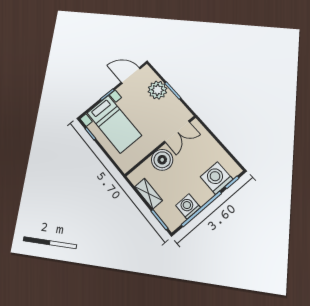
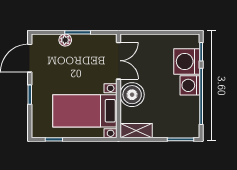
plant: (158, 90) -> (65, 40), width x0.53, depth x0.53
bed with nightstands: (114, 124) -> (85, 111), moved, turned 180
shelving: (149, 193) -> (136, 131), moved
washing machine: (188, 206) -> (190, 85), moved

